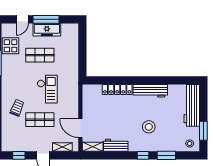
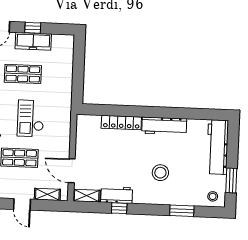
window: (46, 19) -> (33, 28), width x0.46
checkout: (47, 89) -> (31, 118), turned 180
window: (143, 155) -> (119, 208), moved

